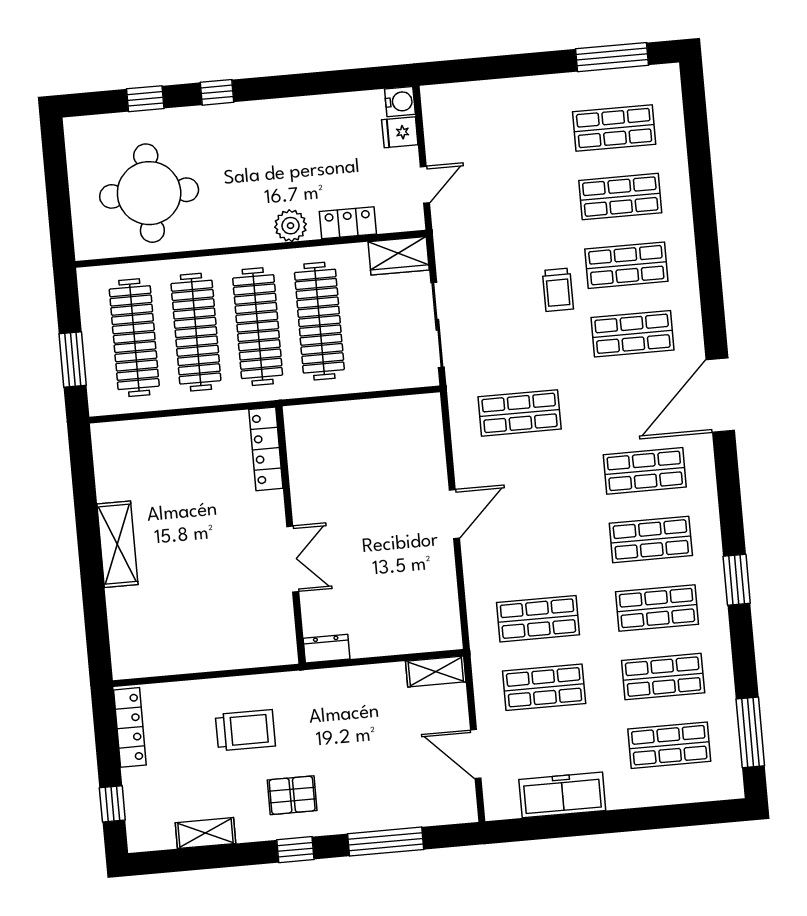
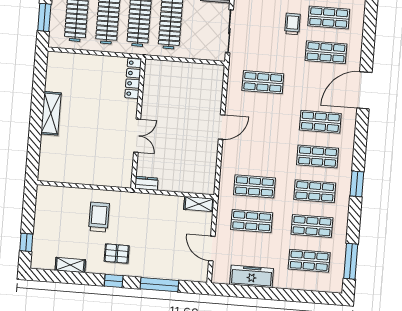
trolley: (558, 290) -> (292, 24), turned 180
locker: (130, 727) -> (42, 206), removed
trolley: (245, 730) -> (99, 217), turned -90

